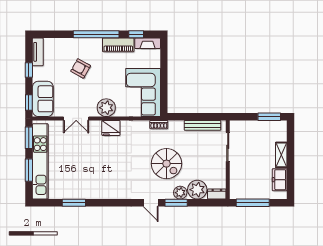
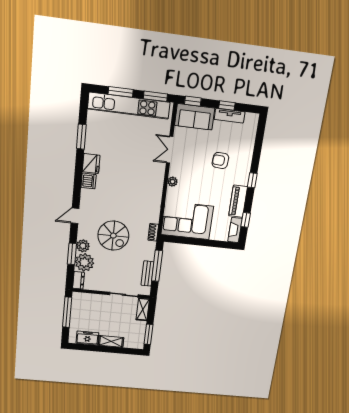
window: (96, 34) -> (252, 180), width x0.32
tv unit: (38, 52) -> (230, 116), moved
armchair: (81, 68) -> (220, 160), turned -115
plant: (106, 108) -> (173, 182), width x0.53, depth x0.53
window: (193, 117) -> (157, 266), added
bench: (202, 125) -> (148, 274), width x0.73
shelving: (242, 126) -> (143, 309), added
fridge: (111, 128) -> (91, 164), moved, turned 180
spiral stairs: (166, 164) -> (113, 236), turned -90
dishwasher: (115, 192) -> (89, 181), added
window: (176, 203) -> (72, 254), moved

